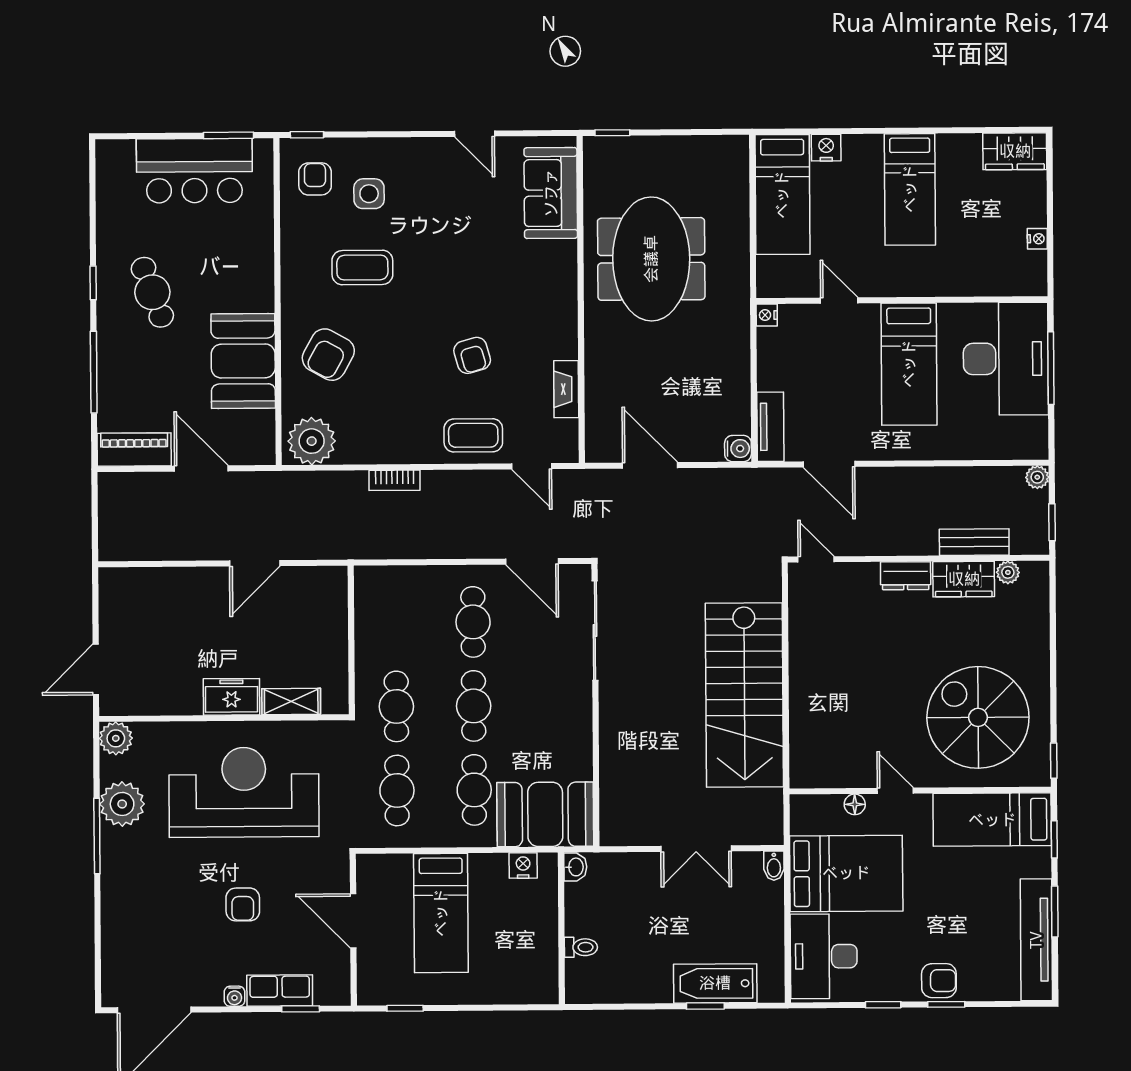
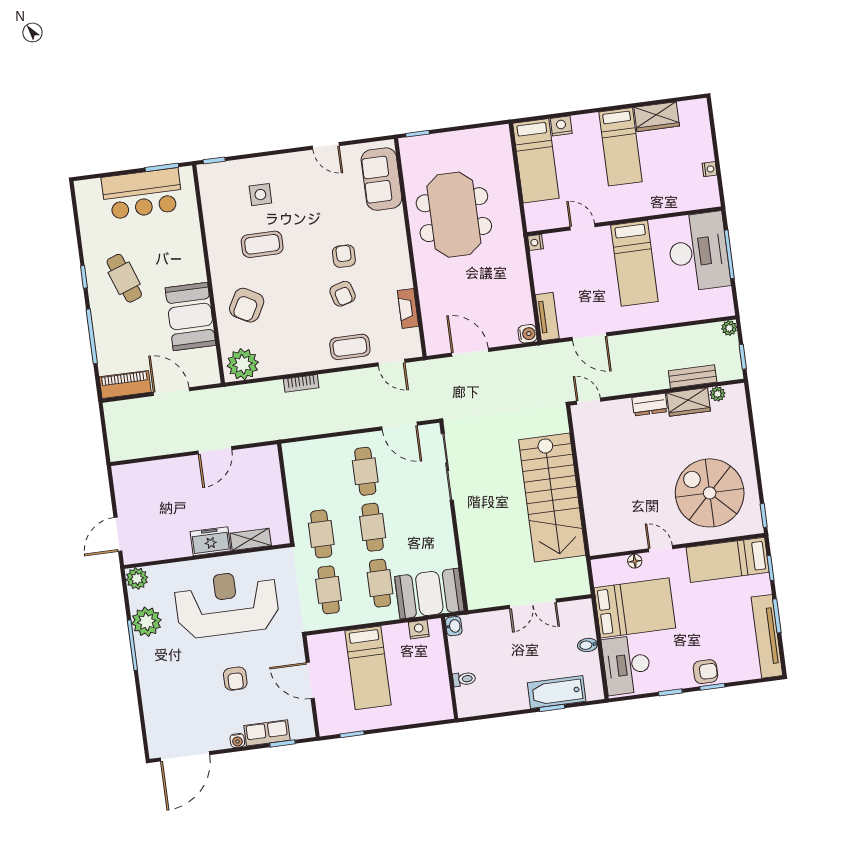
wardrobe: (1015, 151) -> (657, 117), moved
armchair: (315, 179) -> (344, 256), moved
bidet: (774, 866) -> (588, 645), moved, turned 90

